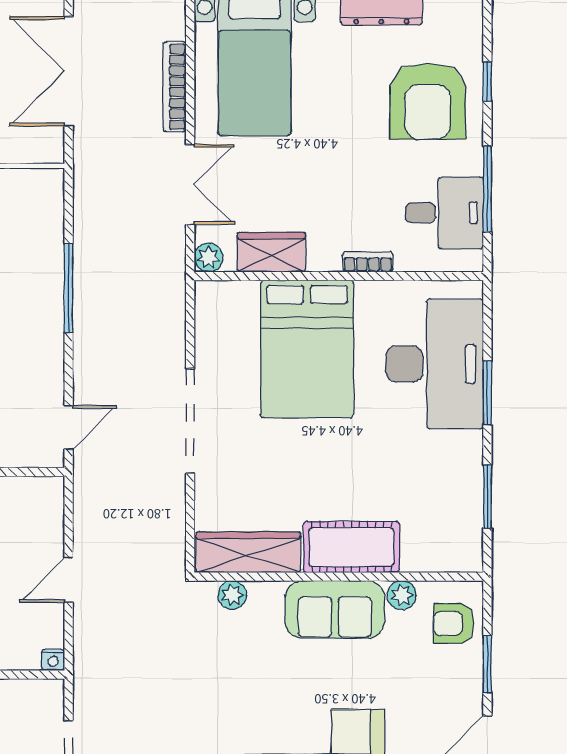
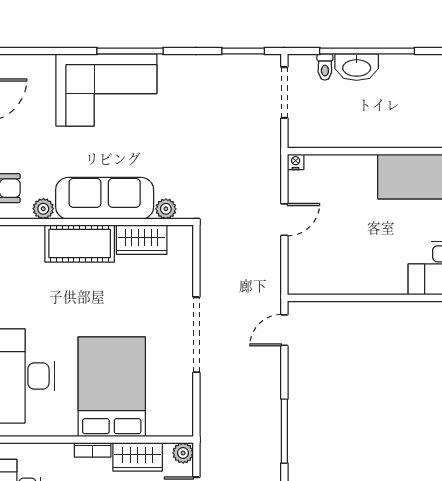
bookcase: (368, 262) -> (93, 450), moved
wardrobe: (248, 552) -> (142, 240), width x0.67
sofa: (335, 610) -> (105, 198), width x1.36

